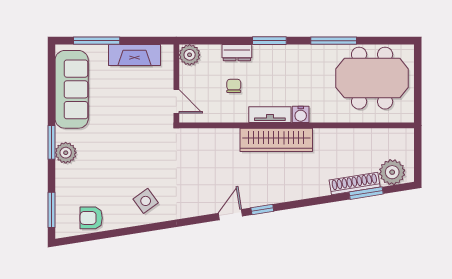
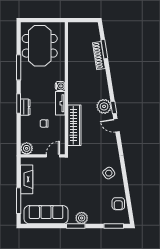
dresser: (237, 53) -> (25, 107), moved
wardrobe: (276, 140) -> (74, 125), moved
plant: (392, 172) -> (104, 106), moved

